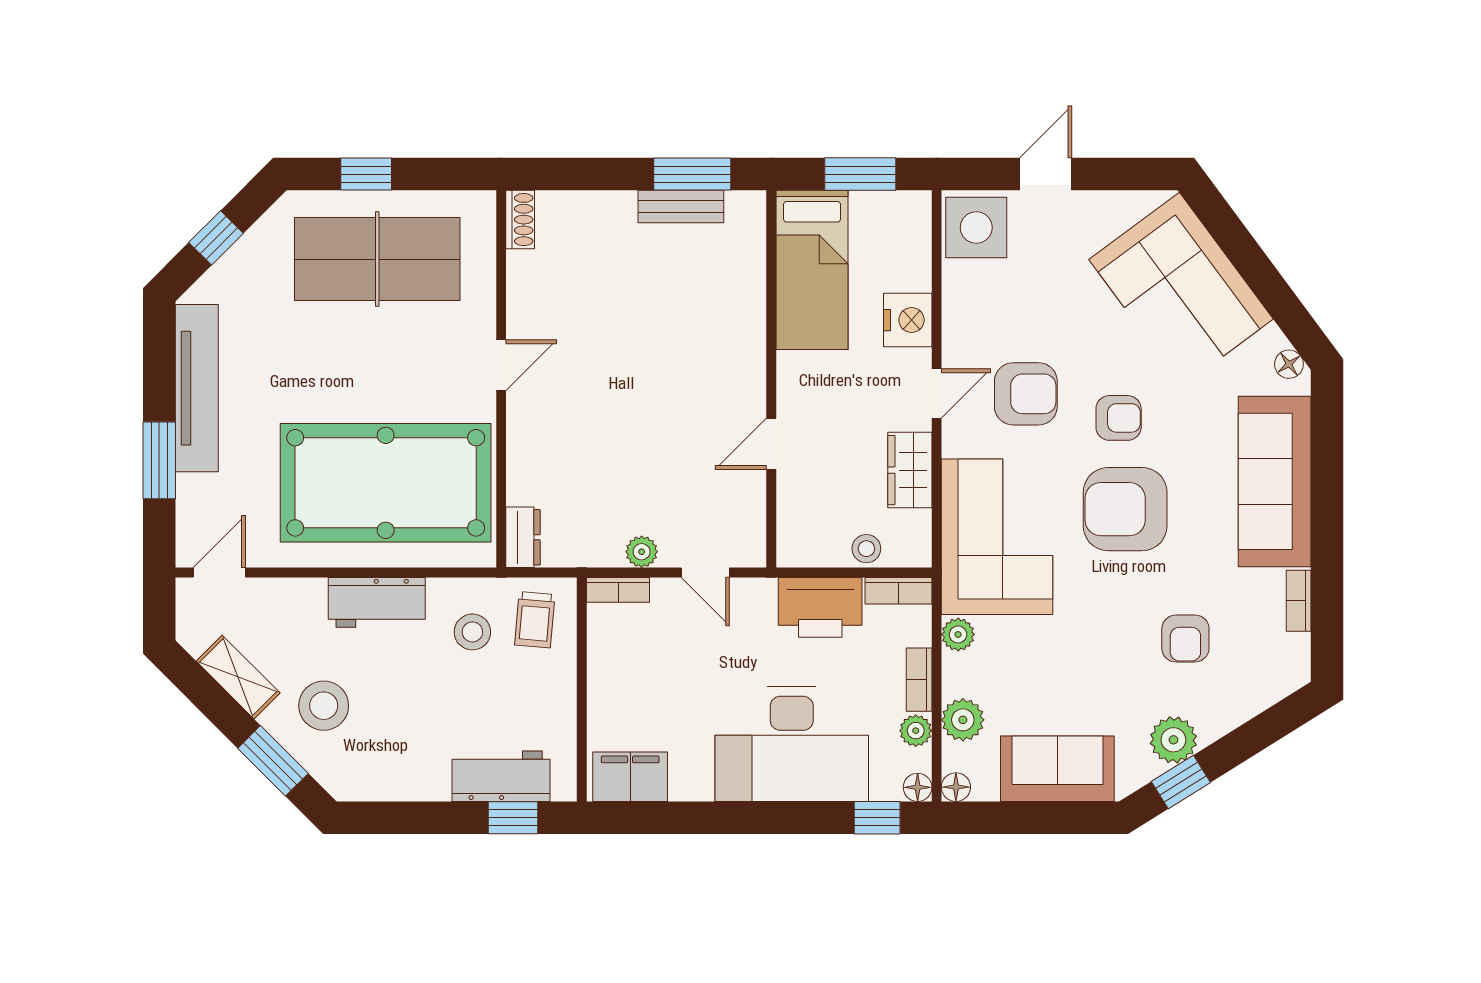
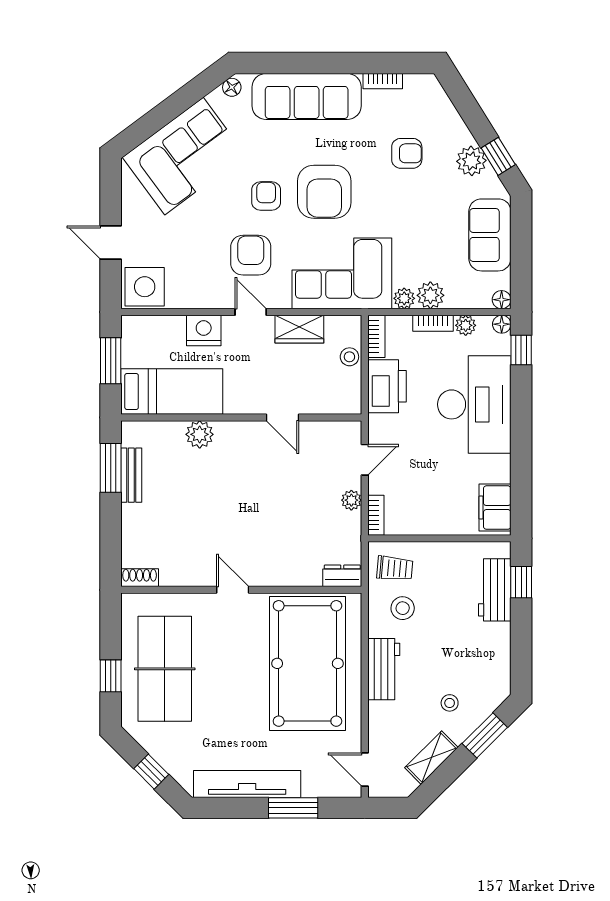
plant: (745, 314) -> (200, 434), added
stool: (324, 706) -> (450, 703), width x0.53, depth x0.53
plant: (963, 720) -> (430, 295), moved

